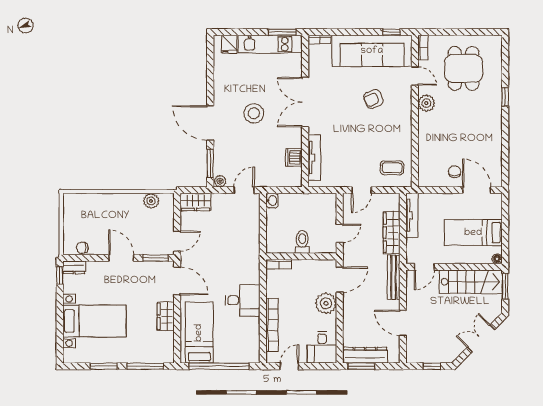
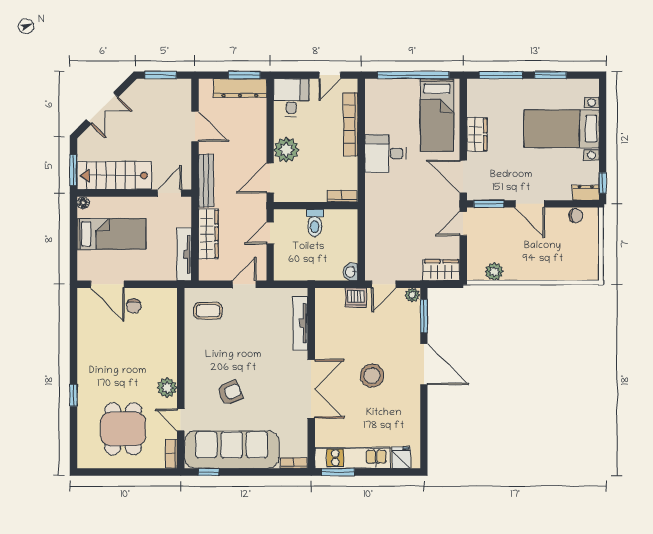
dishwasher: (294, 157) -> (356, 298), moved, turned 90
window: (432, 366) -> (161, 75), width x1.50

